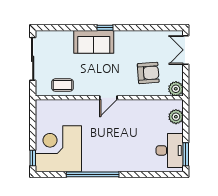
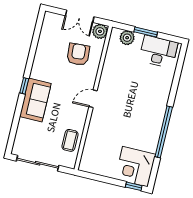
double door: (186, 50) -> (80, 16), moved
door: (108, 98) -> (93, 99), swing flipped
corner desk: (58, 149) -> (135, 167), width x0.74, depth x0.74
window: (186, 154) -> (146, 32), moved

